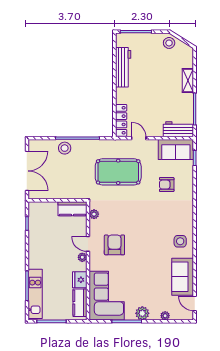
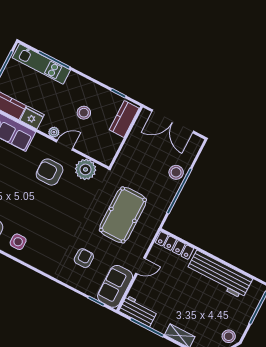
workbench: (123, 67) -> (220, 275), width x1.36, depth x1.32
workbench: (178, 129) -> (138, 311), moved, turned -90
door: (139, 138) -> (140, 266), moved
kitchen counter: (73, 209) -> (124, 119), moved
plant: (94, 214) -> (86, 169), width x1.87, depth x1.87
stool: (56, 242) -> (84, 113), added
armchair: (114, 245) -> (50, 172), turned 180

